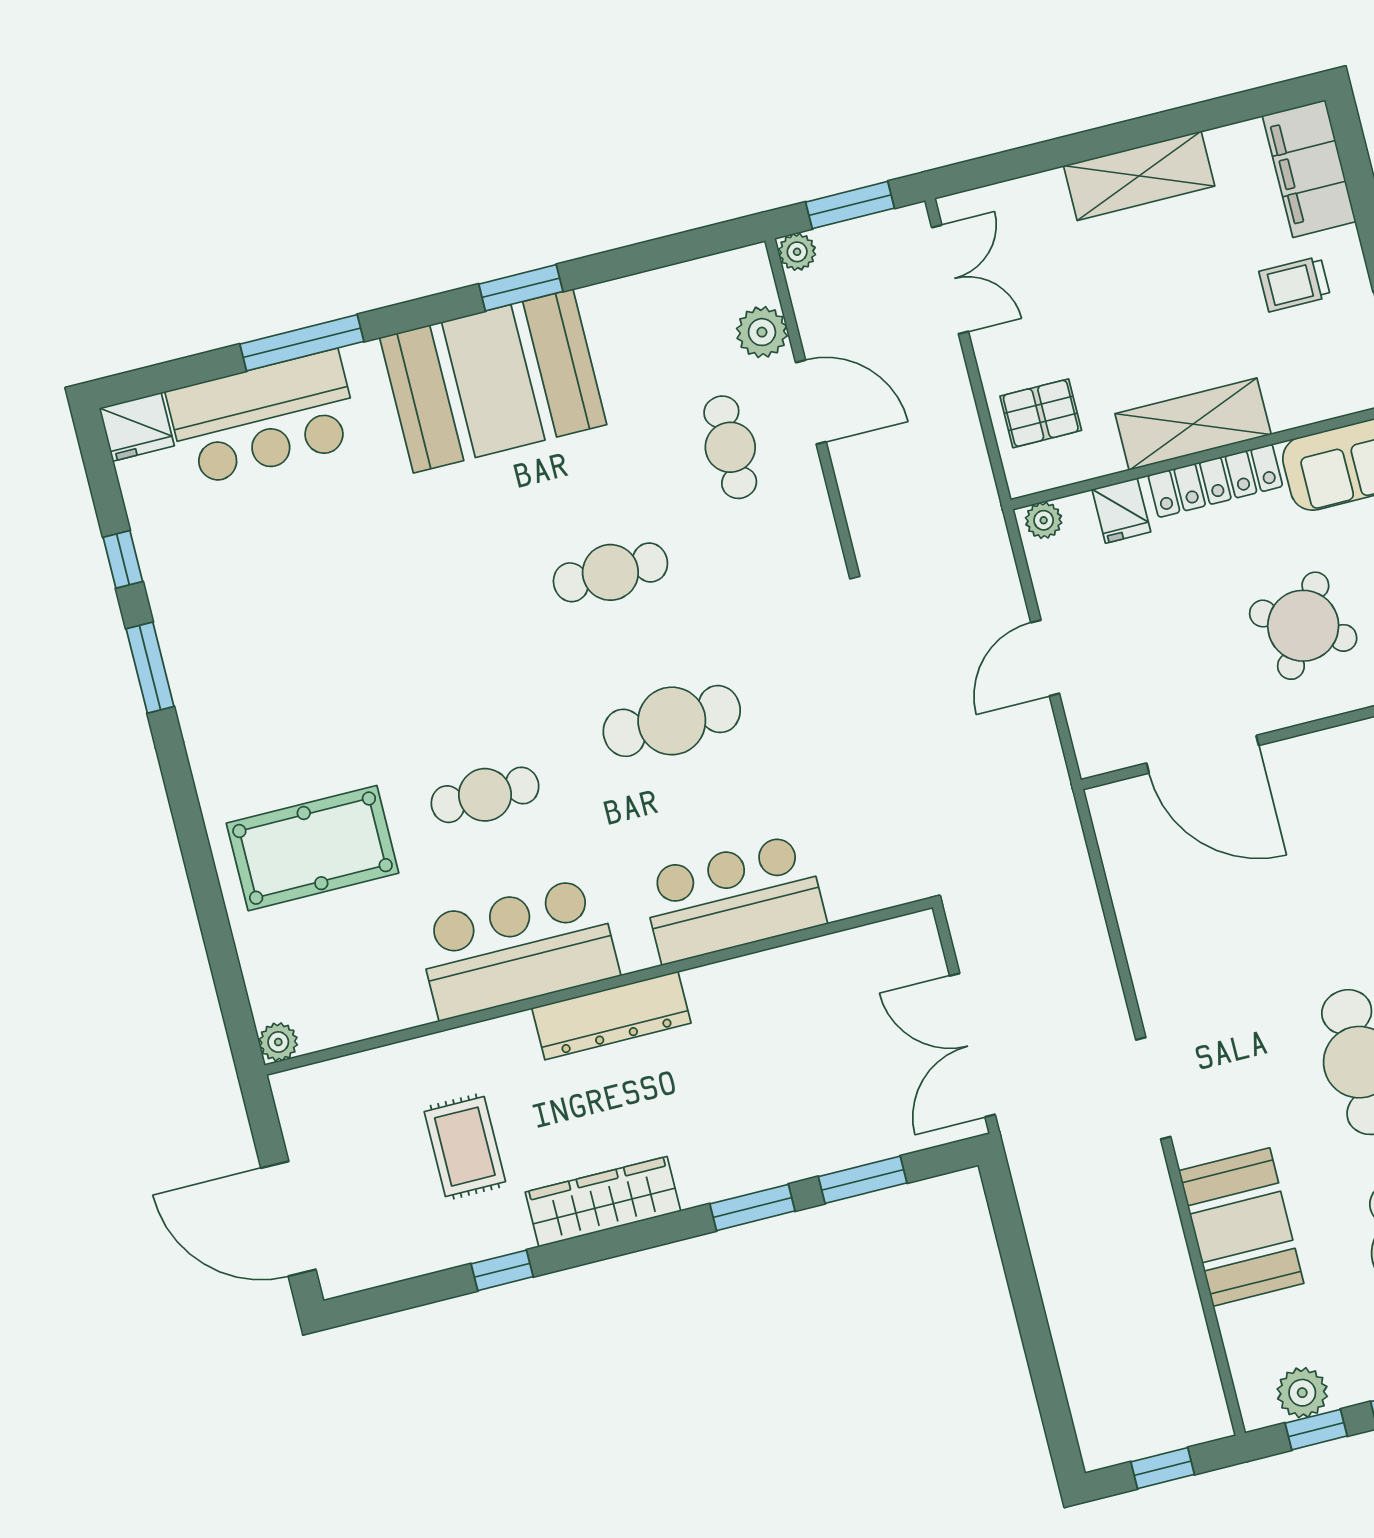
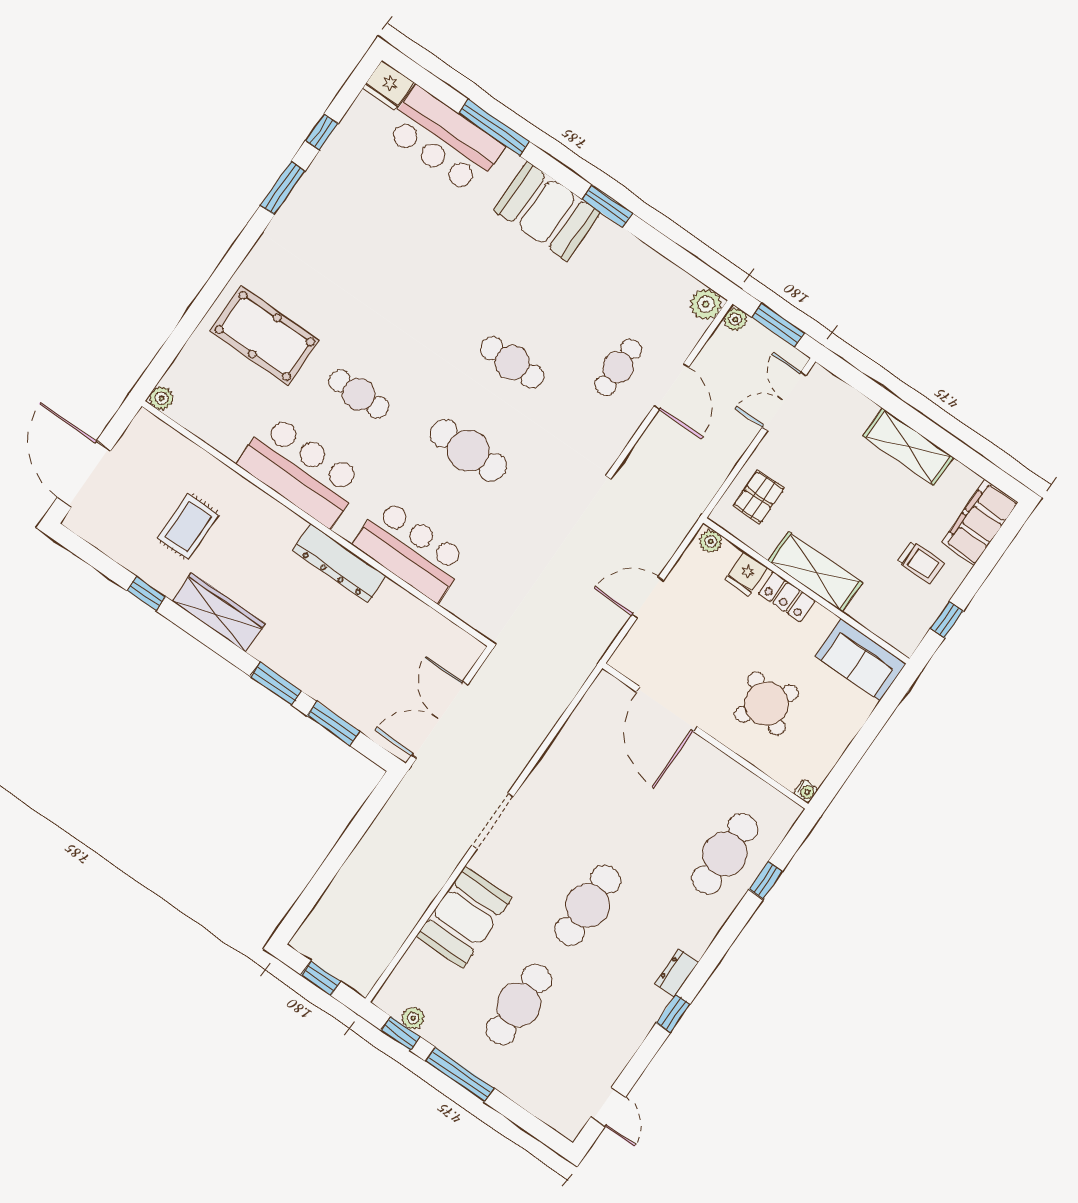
double door: (950, 279) -> (784, 401), swing flipped
trolley: (1295, 284) -> (921, 562), turned 180
plant: (762, 332) -> (706, 304), moved
booth: (493, 381) -> (547, 211), width x0.73, depth x0.70
pallet: (1041, 413) -> (759, 497), turned 90
locker: (1215, 481) -> (787, 597), width x0.66
dresser: (611, 1016) -> (339, 563), moved
plant: (1302, 1393) -> (413, 1018), width x0.73, depth x0.73

